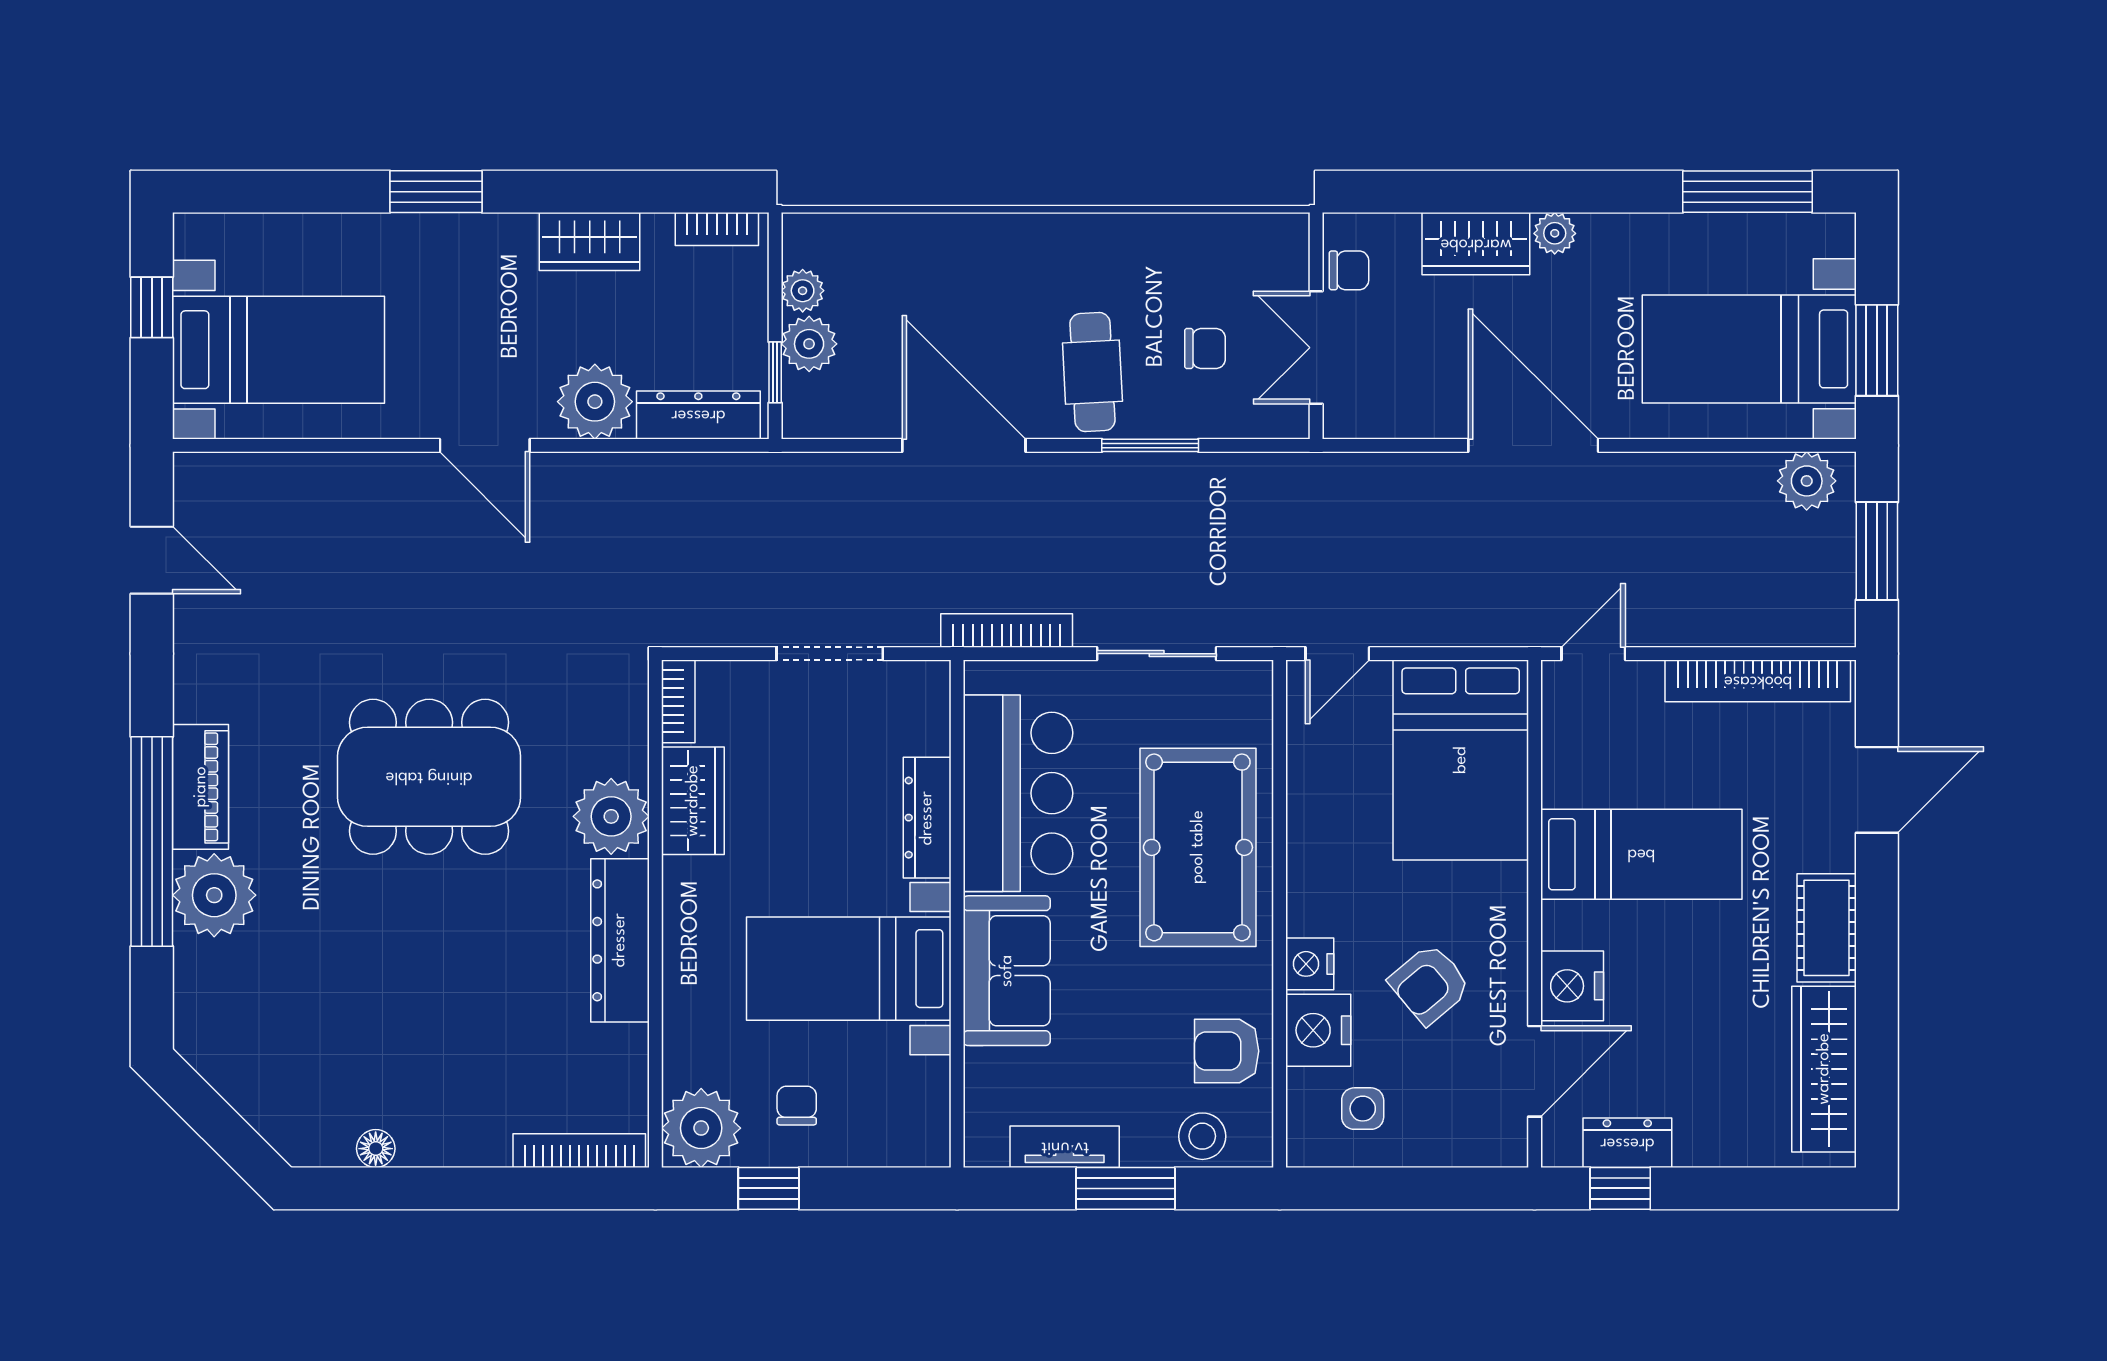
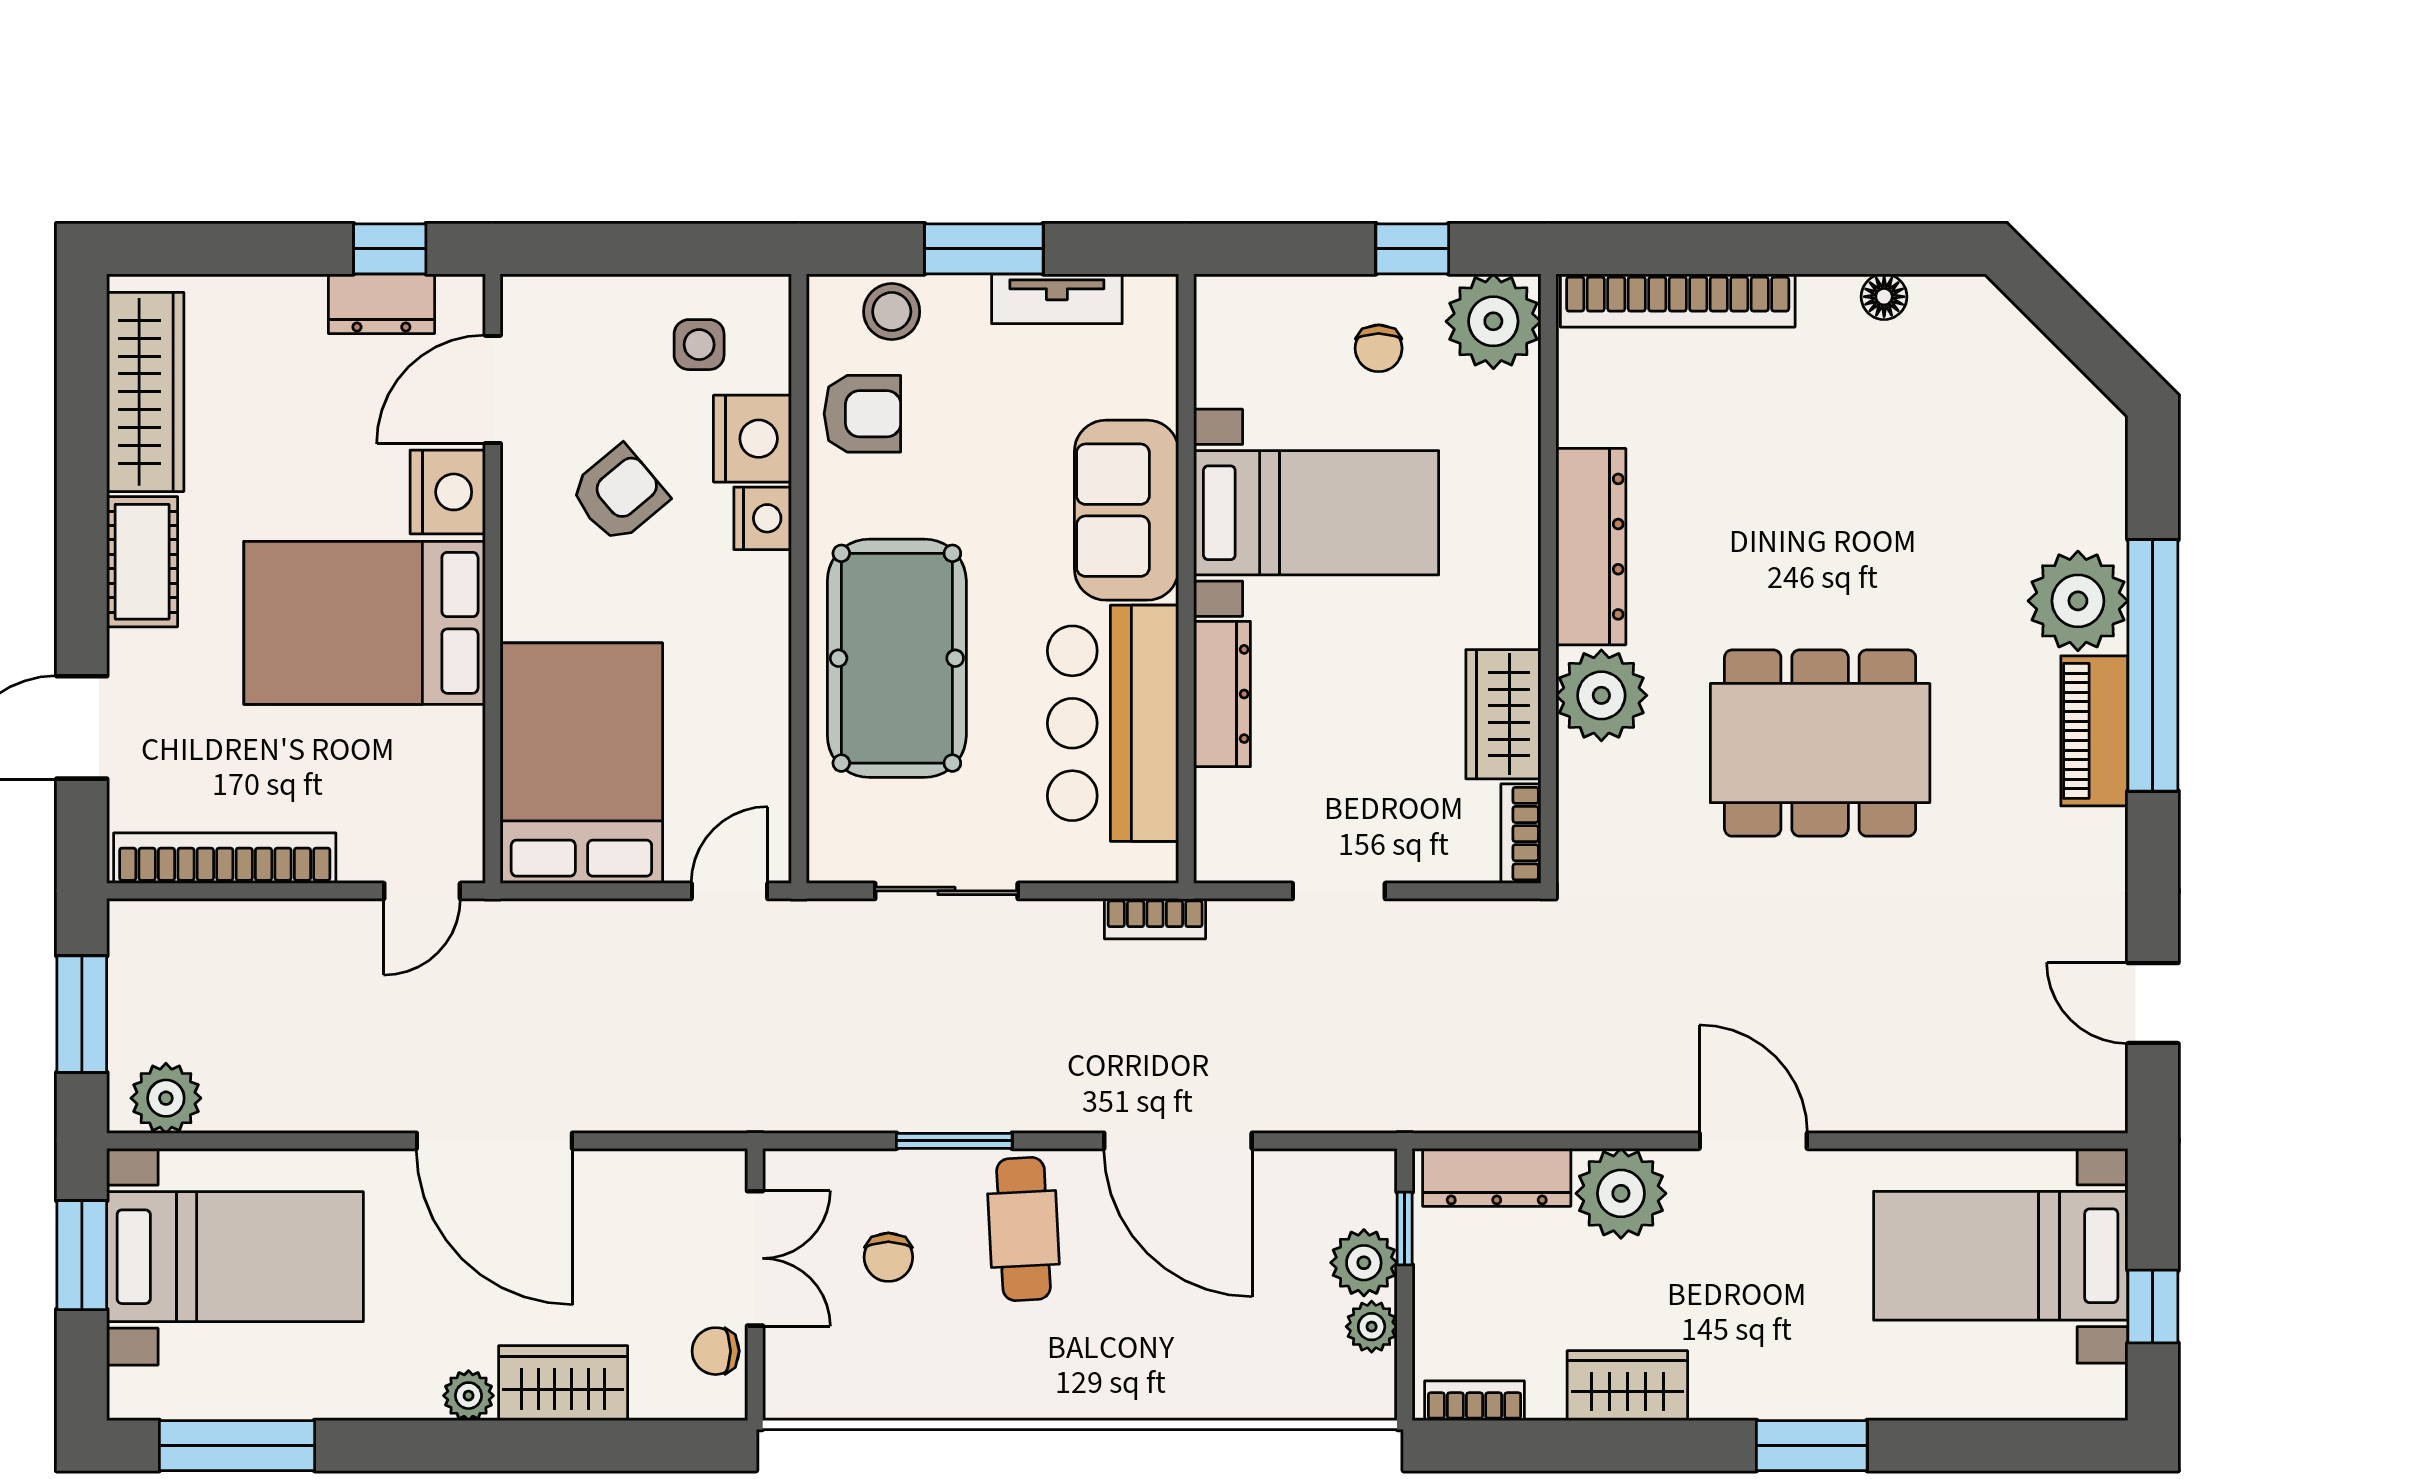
chair: (1205, 348) -> (888, 1257), turned -90
bookcase: (1007, 630) -> (1155, 919), width x0.64
doorway: (830, 654) -> (1339, 891), width x0.73
bed: (1641, 854) -> (365, 623), width x1.50
bookcase: (579, 1151) -> (1678, 300), width x1.48, depth x1.31

